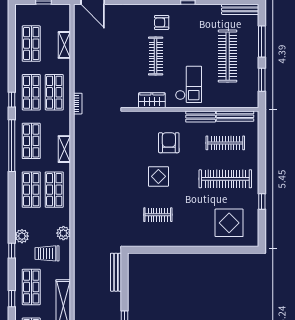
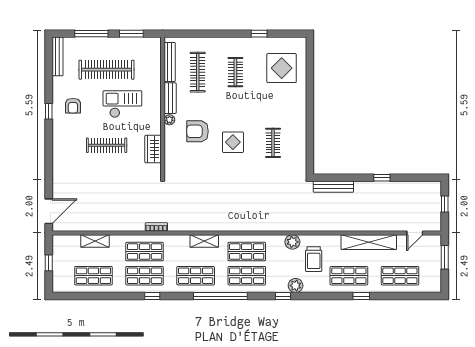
armchair: (162, 22) -> (73, 106), moved
checkout: (189, 84) -> (122, 104), moved
plant: (180, 116) -> (169, 120), added
window: (12, 146) -> (220, 296), moved
clothes rail: (225, 179) -> (235, 72), width x0.54, depth x0.76
window: (12, 251) -> (283, 296), moved

